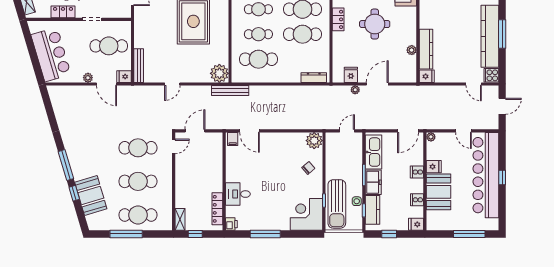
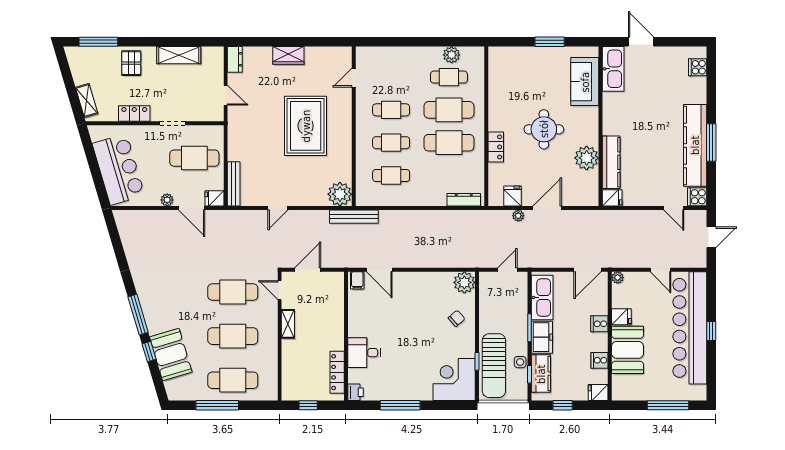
locker: (338, 19) -> (496, 147), moved
plant: (412, 50) -> (587, 158), width x1.88, depth x1.88
cafe table: (258, 59) -> (391, 176), width x0.73, depth x0.74
door: (174, 146) -> (280, 290), swing flipped
shelving: (180, 219) -> (288, 324), moved

